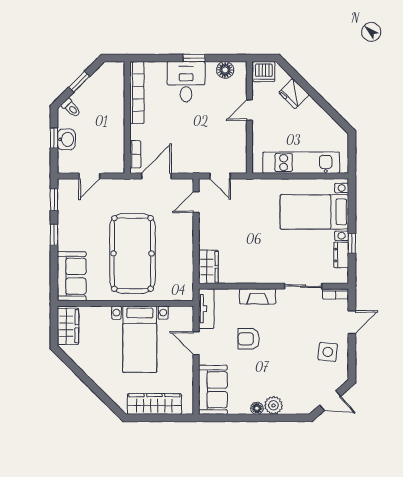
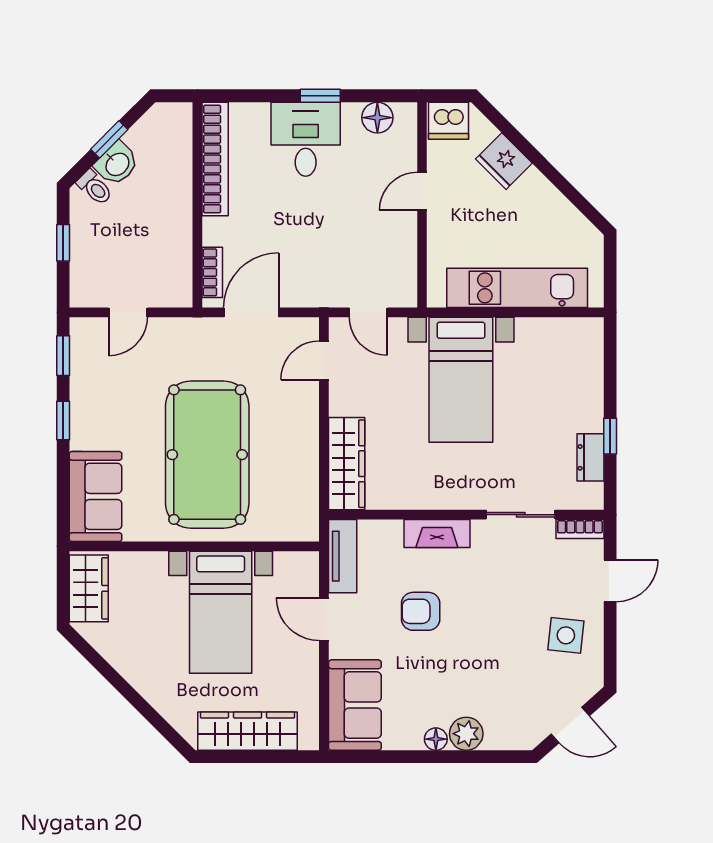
washbasin: (66, 139) -> (117, 164), moved, turned 45
bed with nightstands: (314, 212) -> (461, 380), moved, turned -90
wardrobe: (208, 267) -> (347, 464), width x1.50

